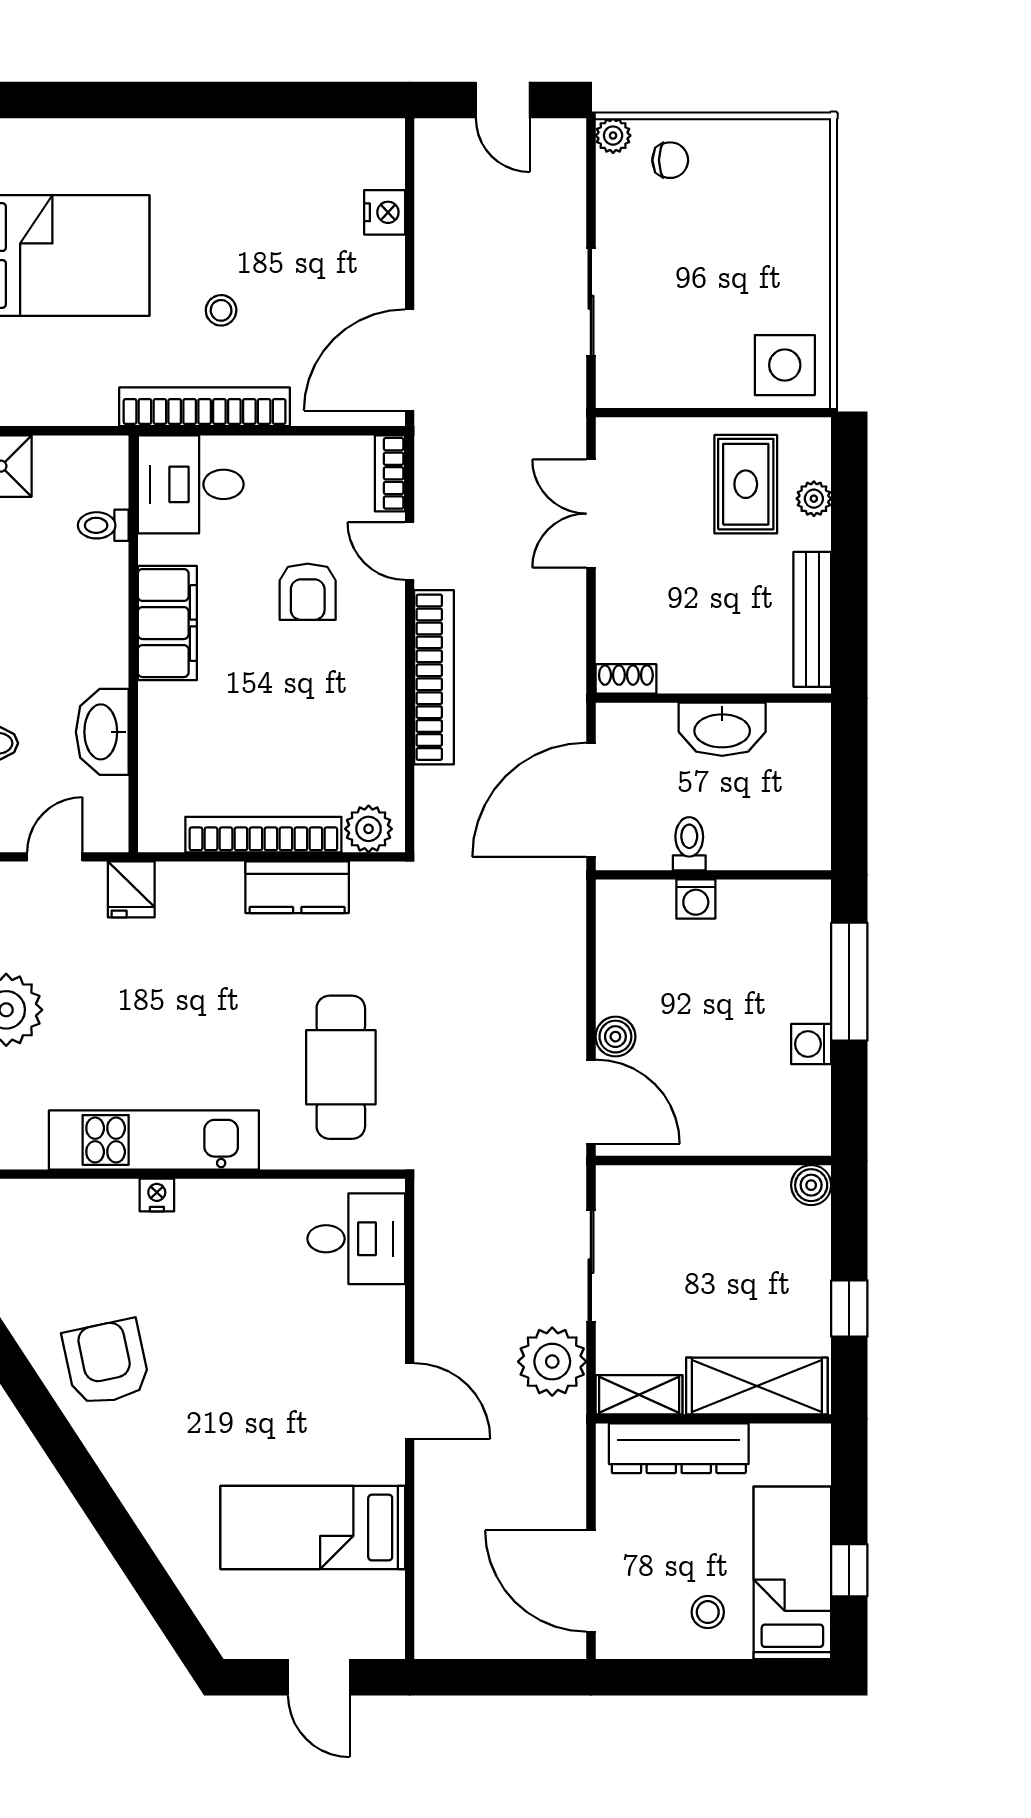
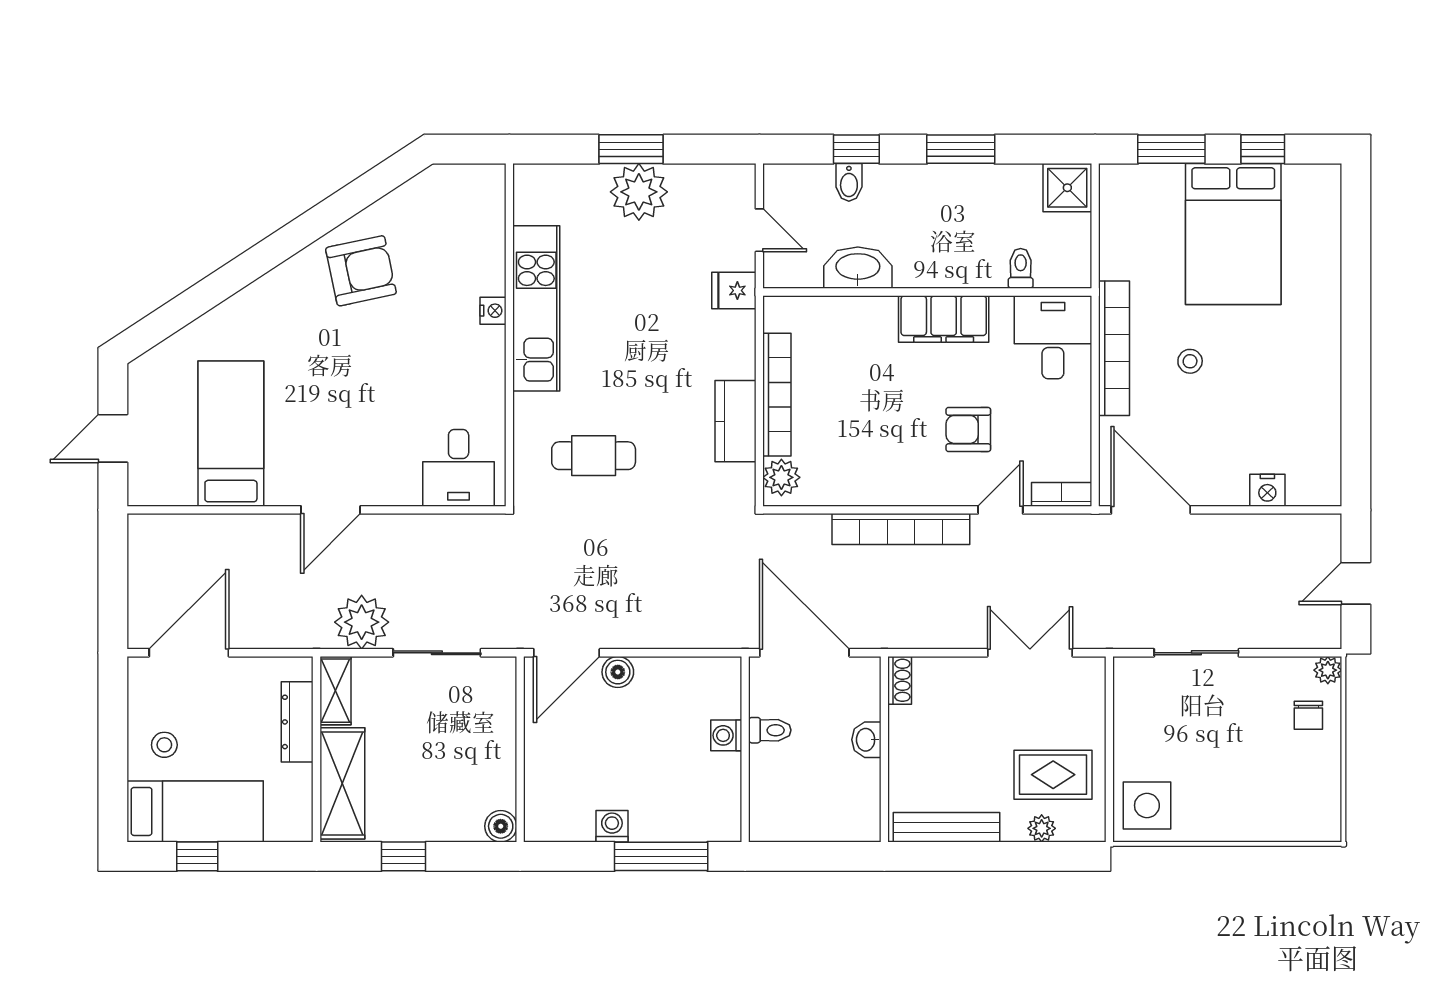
washbasin: (722, 729) -> (866, 740), width x0.52, depth x0.69
cafe table: (341, 1067) -> (594, 456), width x0.73, depth x0.74
dresser: (679, 1448) -> (297, 722), width x0.73, depth x0.80

